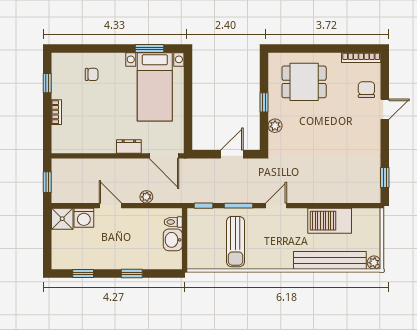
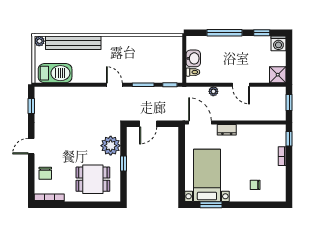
window: (47, 83) -> (289, 139), moved
door: (385, 109) -> (31, 146), moved
plant: (275, 126) -> (111, 146), width x1.88, depth x1.88
door: (276, 206) -> (114, 85), swing flipped
washing machine: (84, 218) -> (278, 43), moved, turned 180
barbecue: (330, 221) -> (55, 73), moved
sun lounger: (235, 242) -> (145, 57), removed
window: (132, 273) -> (225, 33), width x2.17

